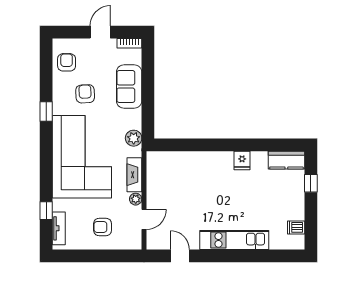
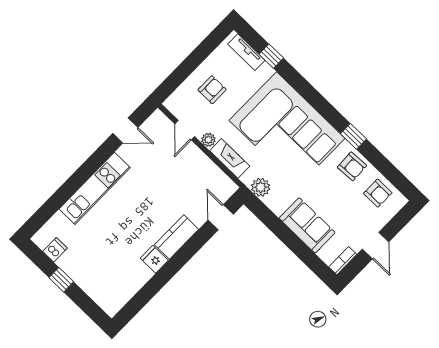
armchair: (85, 94) -> (352, 166), moved
door: (176, 145) -> (221, 217), added
kitchen counter: (286, 160) -> (177, 237), moved
window: (311, 183) -> (61, 280), moved

